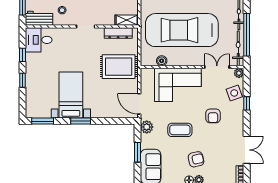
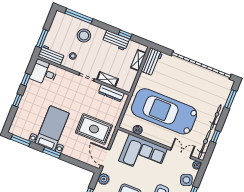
shelving: (127, 20) -> (107, 79), moved
window: (247, 35) -> (216, 136), width x0.32
rug: (119, 67) -> (94, 129), moved

